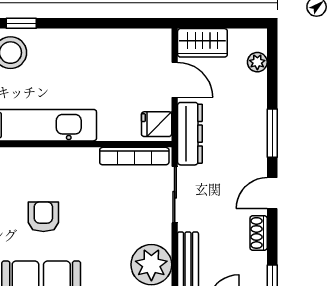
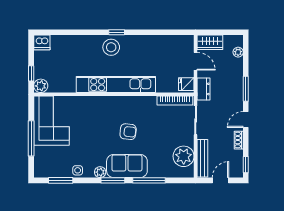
dresser: (190, 134) -> (203, 89), width x0.70
armchair: (43, 217) -> (128, 132), turned 96

